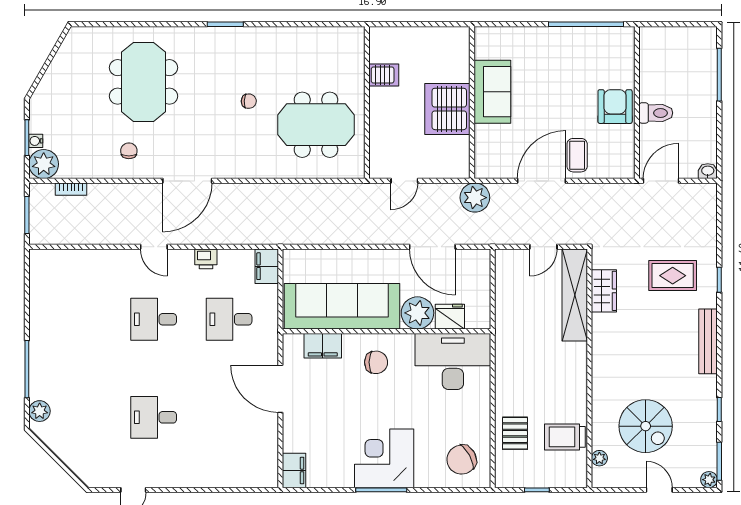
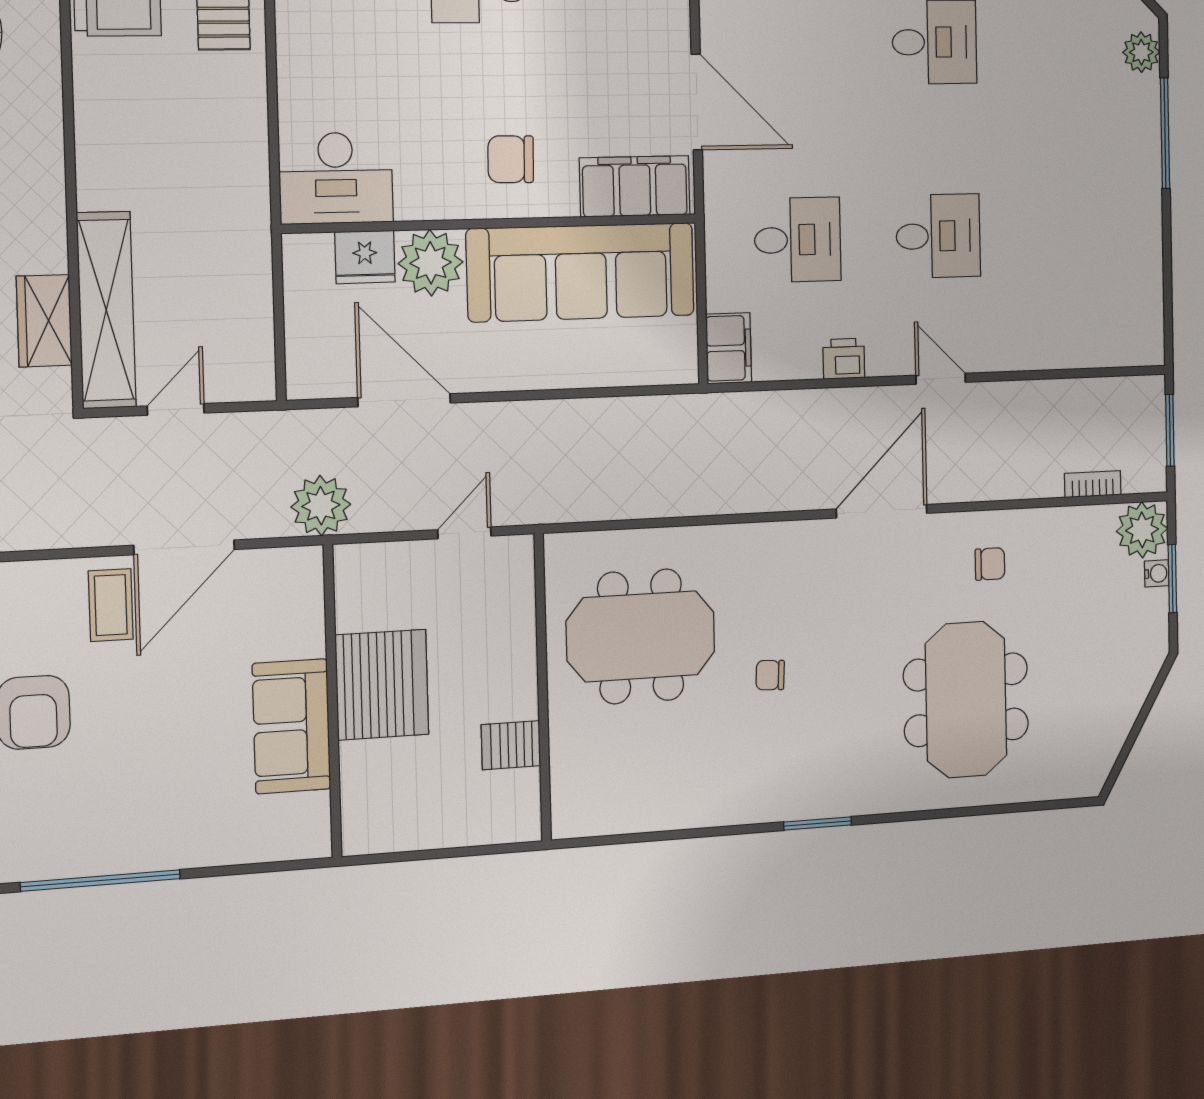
chair: (129, 151) -> (990, 564), turned -90
filing cabinet: (323, 346) -> (635, 186), width x1.50, depth x1.17
desk: (453, 361) -> (336, 178), width x0.73, depth x0.77

